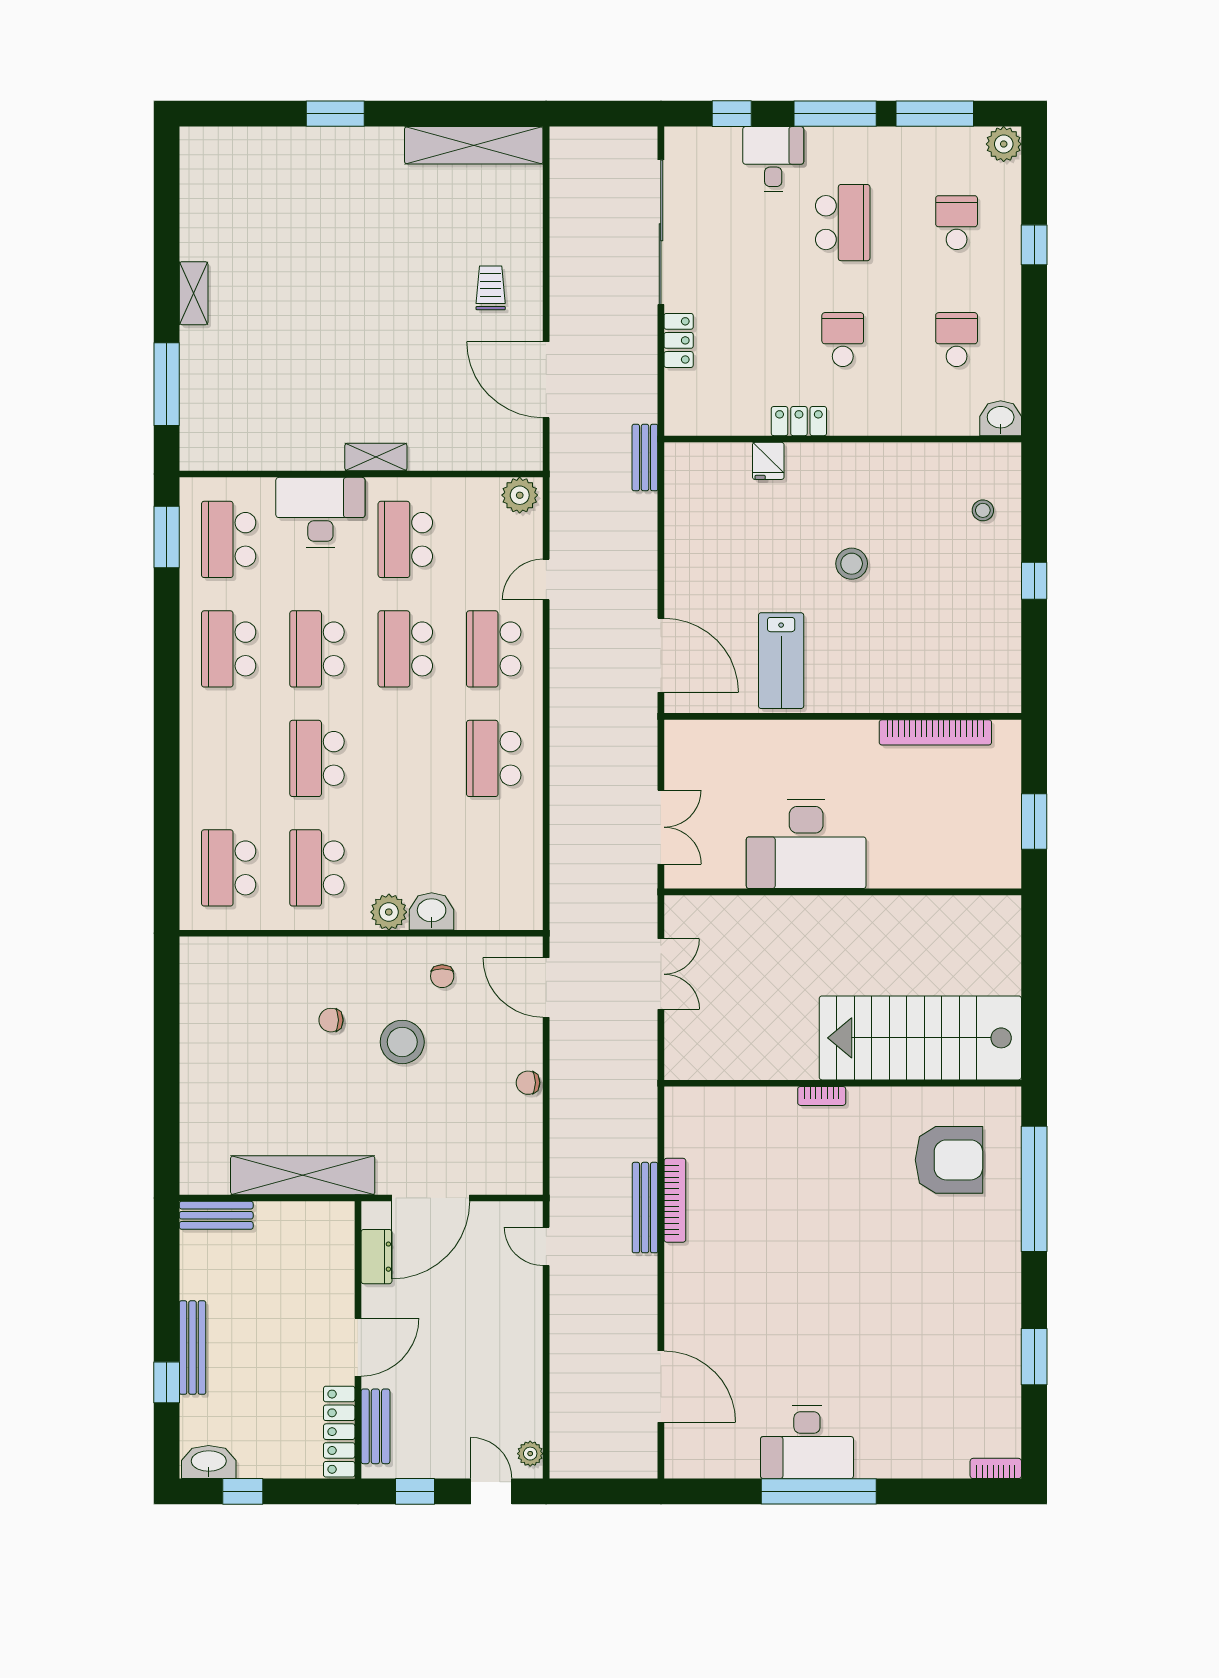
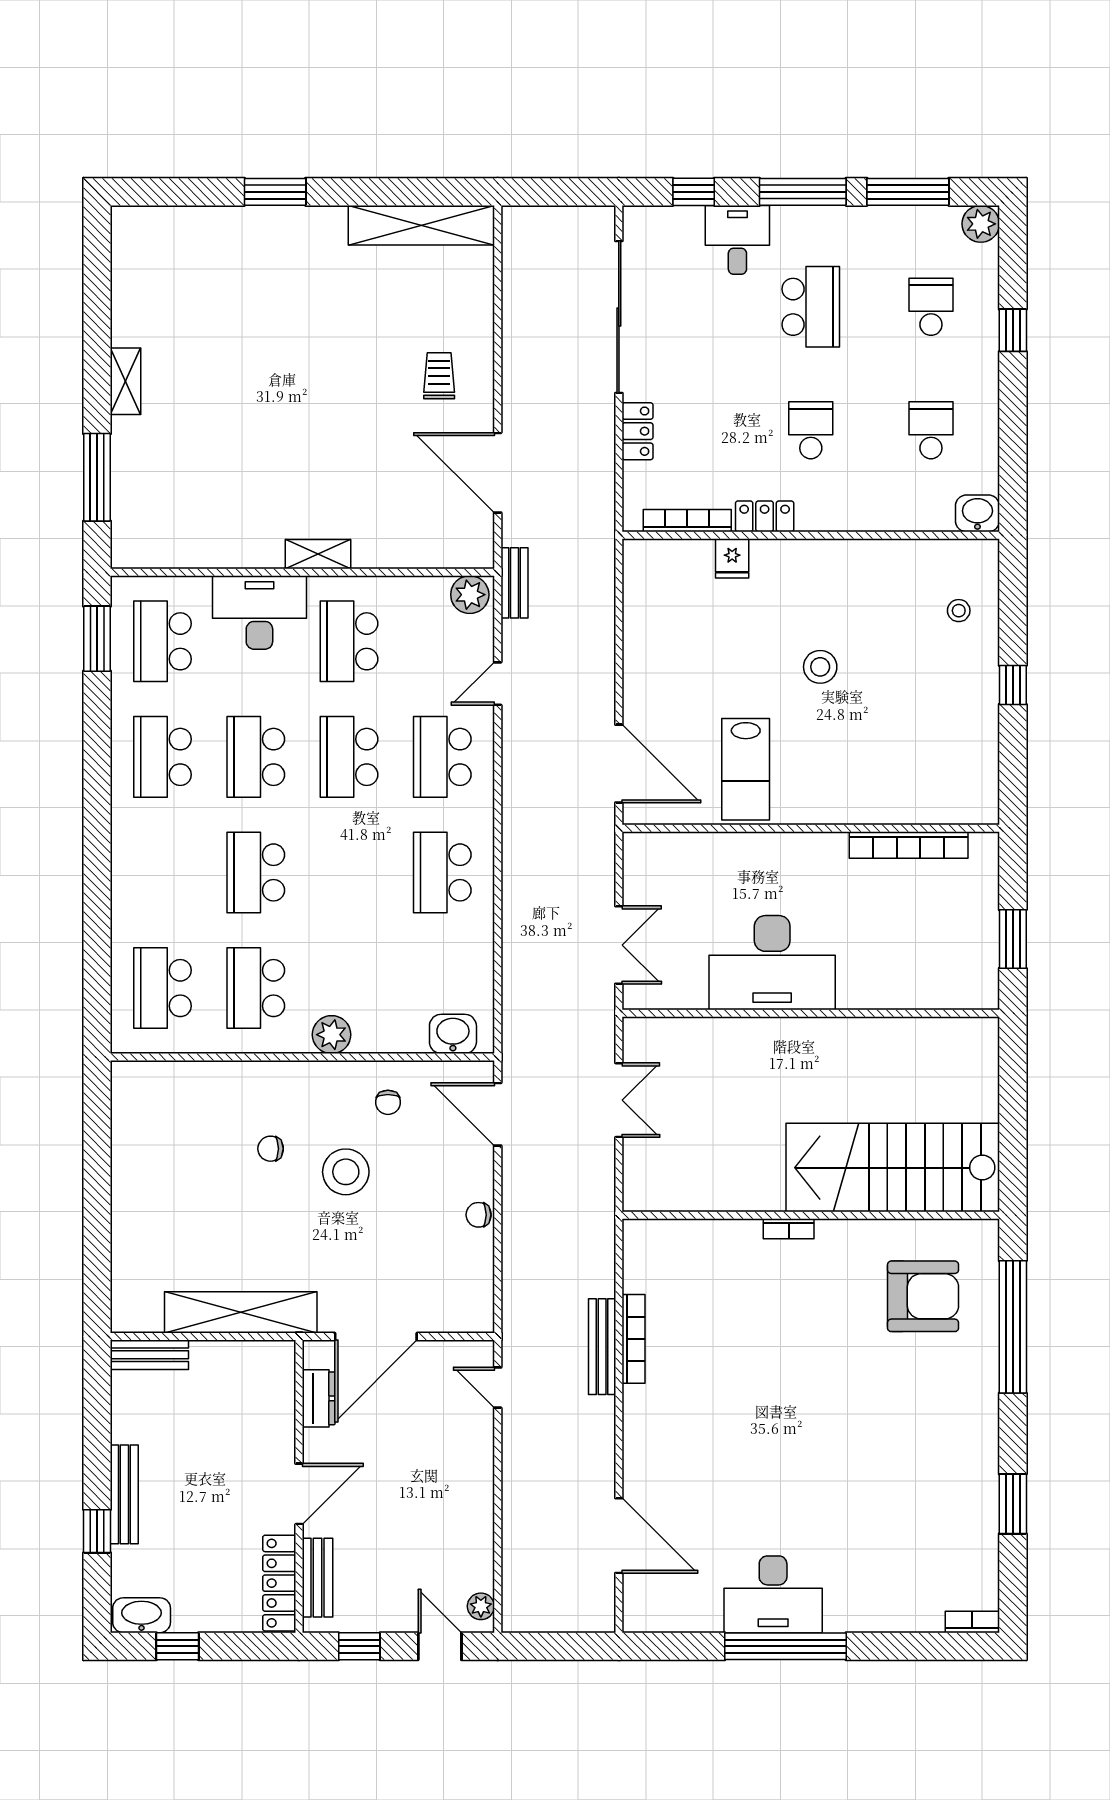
bookcase: (726, 425) -> (687, 521), added
bench: (645, 458) -> (515, 583), moved
washbasin: (432, 911) -> (453, 1034), moved

